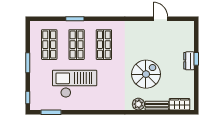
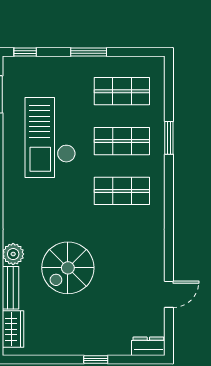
dresser: (189, 61) -> (148, 346), moved
spiral stairs: (146, 74) -> (68, 268), turned 90
checkout: (75, 84) -> (50, 137), turned 180

